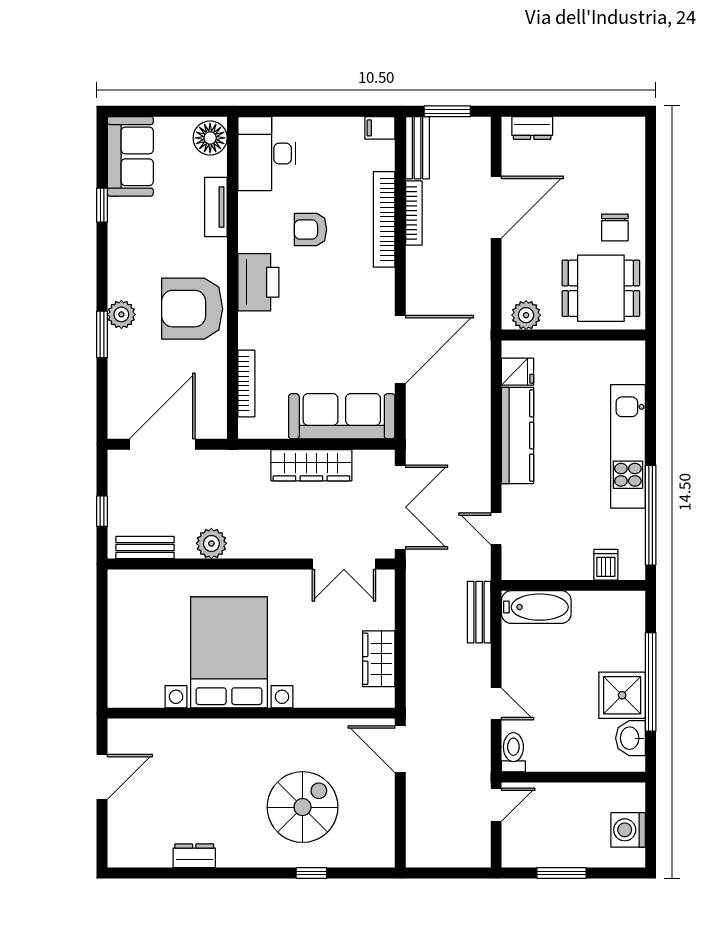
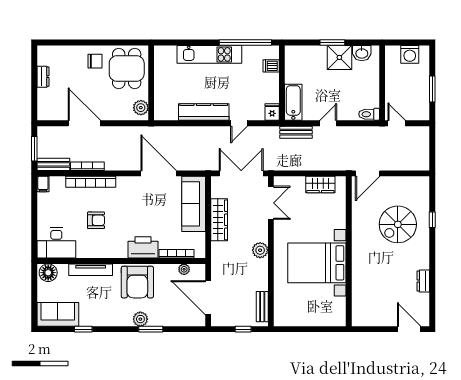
dresser: (532, 128) -> (43, 77), moved
tv unit: (216, 207) -> (91, 270), width x1.41
armchair: (310, 229) -> (96, 220), turned -90
printer: (258, 282) -> (143, 247), moved
fridge: (518, 372) -> (272, 112), moved
plant: (217, 398) -> (184, 269), added
door: (496, 529) -> (239, 123), moved
plant: (211, 543) -> (260, 250), moved
window: (651, 682) -> (332, 43), width x0.47
door: (496, 704) -> (328, 123), moved
door: (102, 777) -> (409, 329), moved
spiral stairs: (303, 807) -> (398, 224), turned -90

